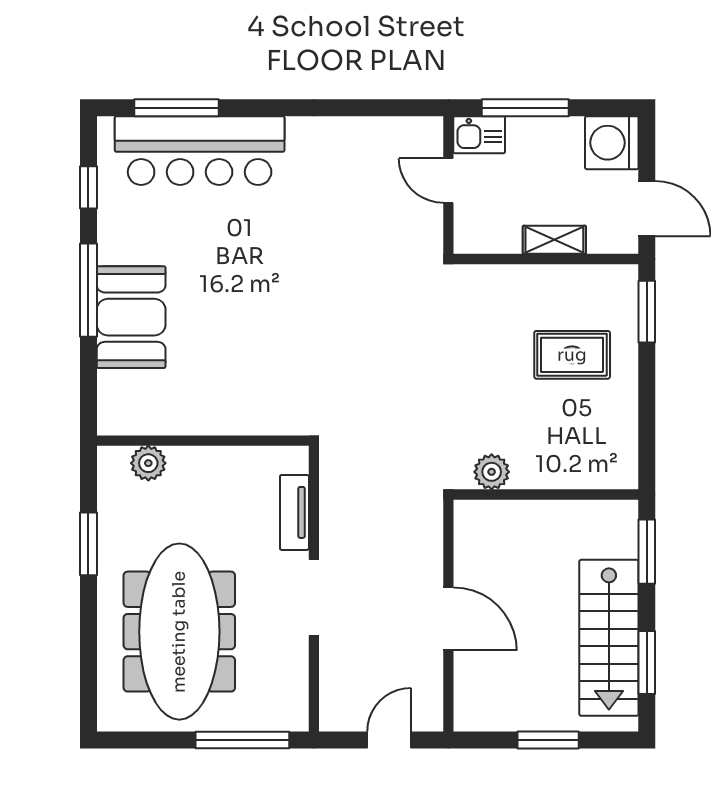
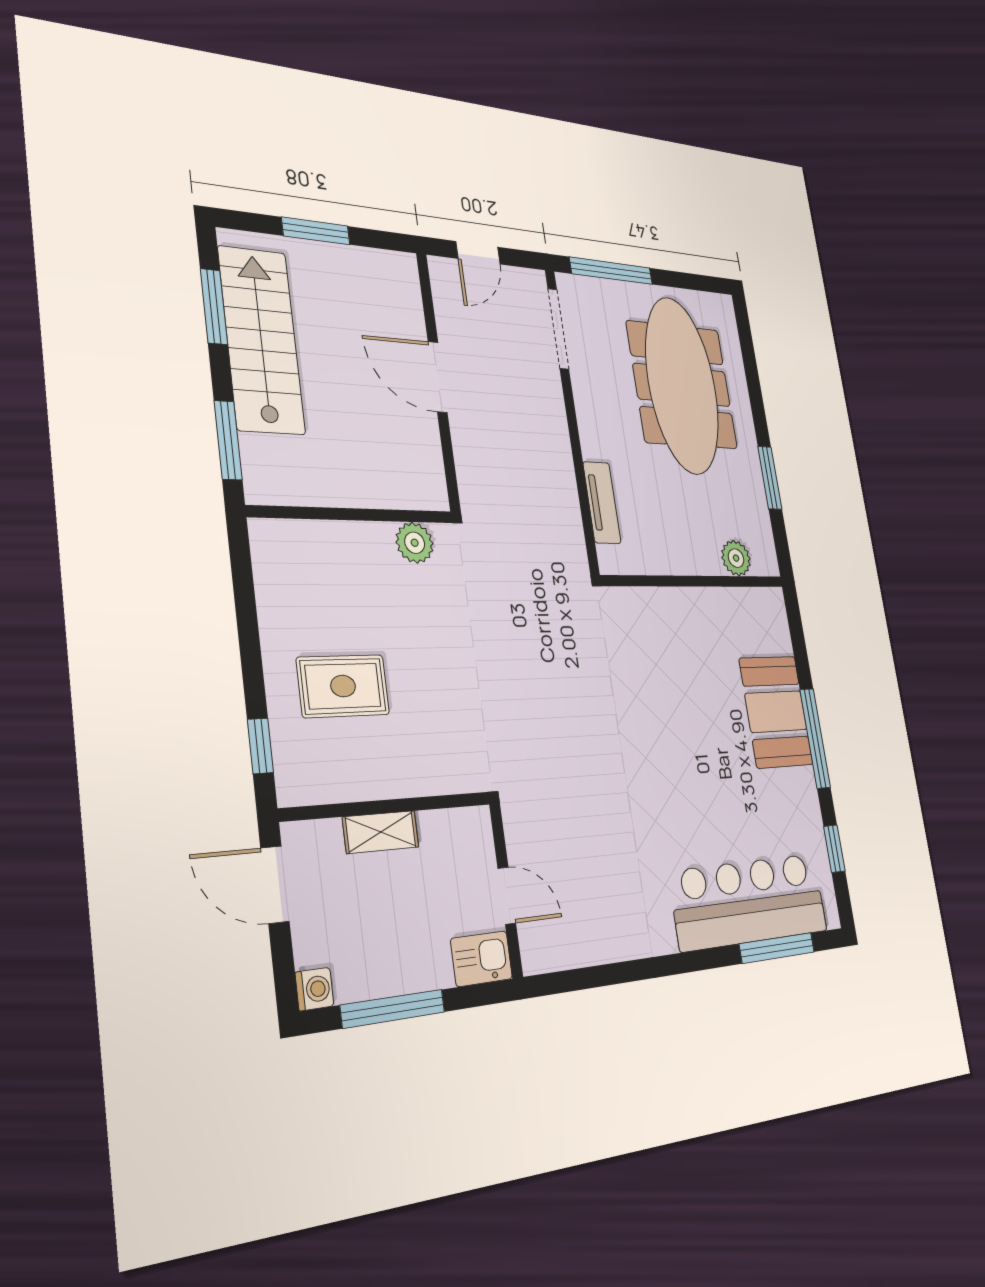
window: (525, 108) -> (393, 1009), moved
washing machine: (612, 143) -> (314, 989), width x0.53, depth x0.53
window: (647, 312) -> (260, 746), width x0.67
doorway: (314, 597) -> (558, 329), moved

